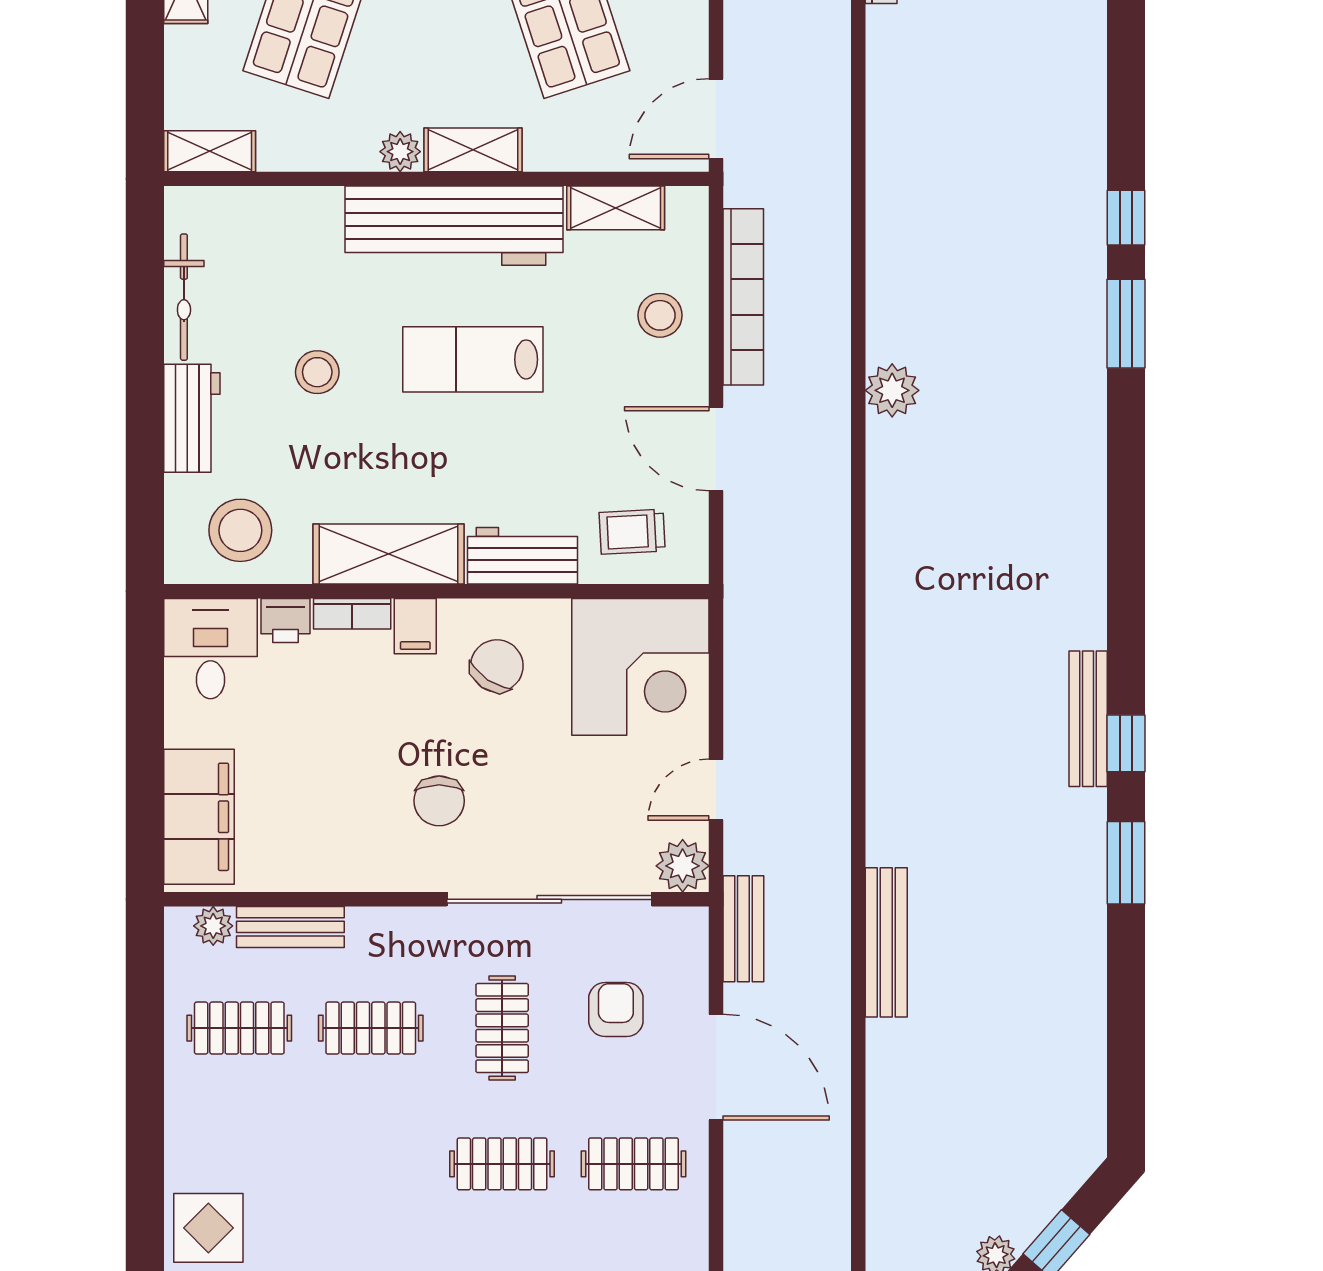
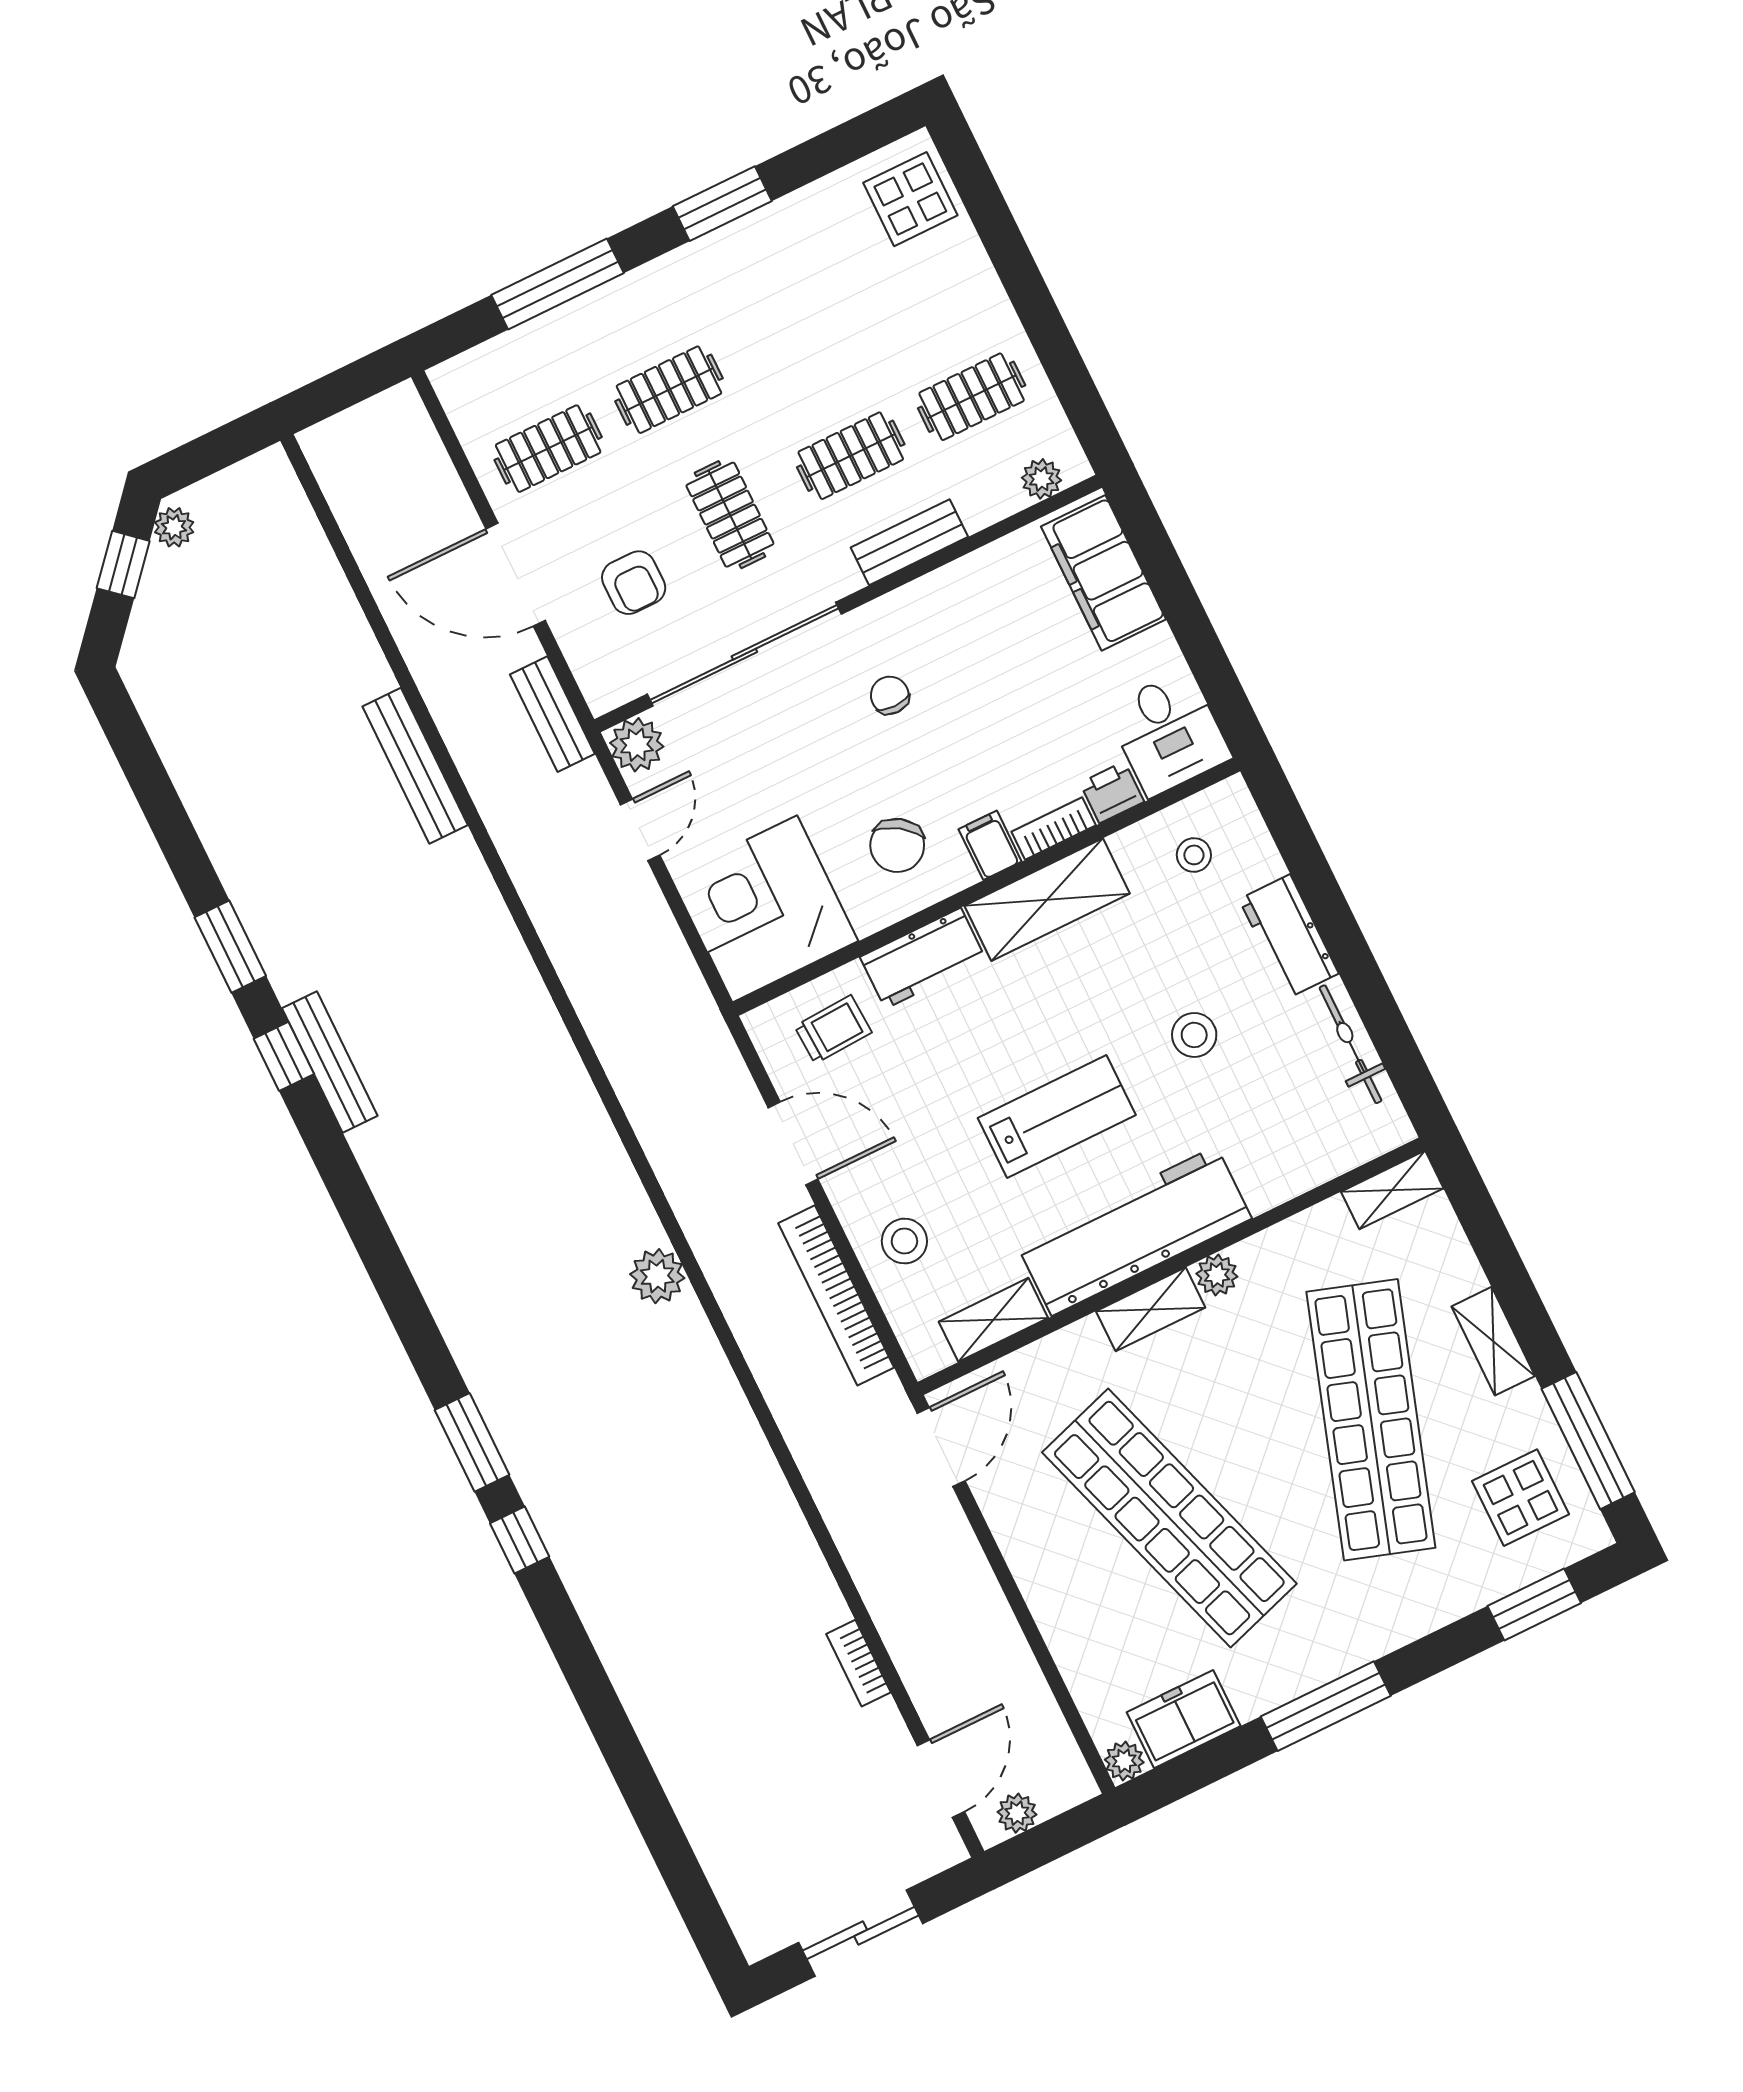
stool: (240, 530) -> (1194, 855), width x0.53, depth x0.53
chair: (439, 801) -> (890, 695), width x0.73, depth x0.73
bench: (290, 927) -> (909, 542), moved

